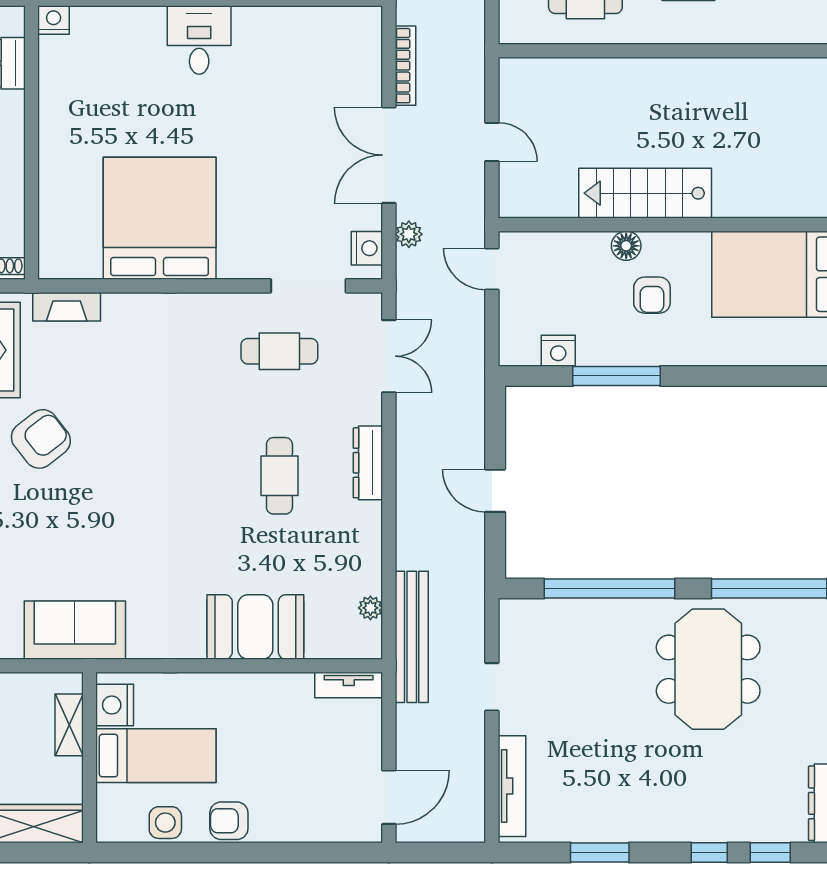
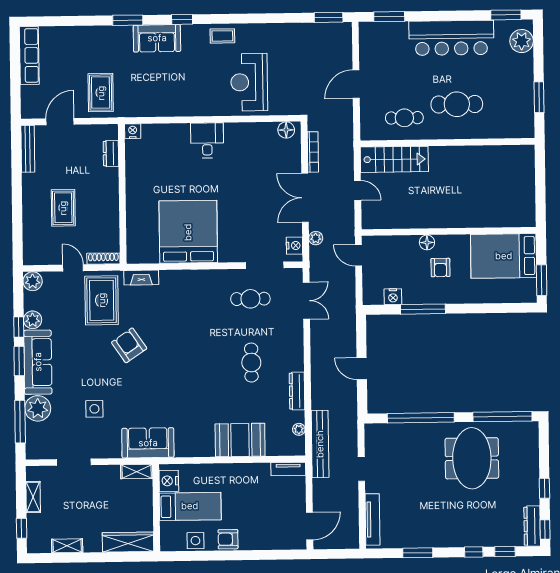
floor lamp: (354, 22) -> (286, 130), added
stairs: (645, 193) -> (394, 159), moved, turned 180
armchair: (41, 439) -> (129, 345), turned -86
dresser: (368, 463) -> (297, 391), moved
shelving: (69, 725) -> (137, 472), moved, turned 90

